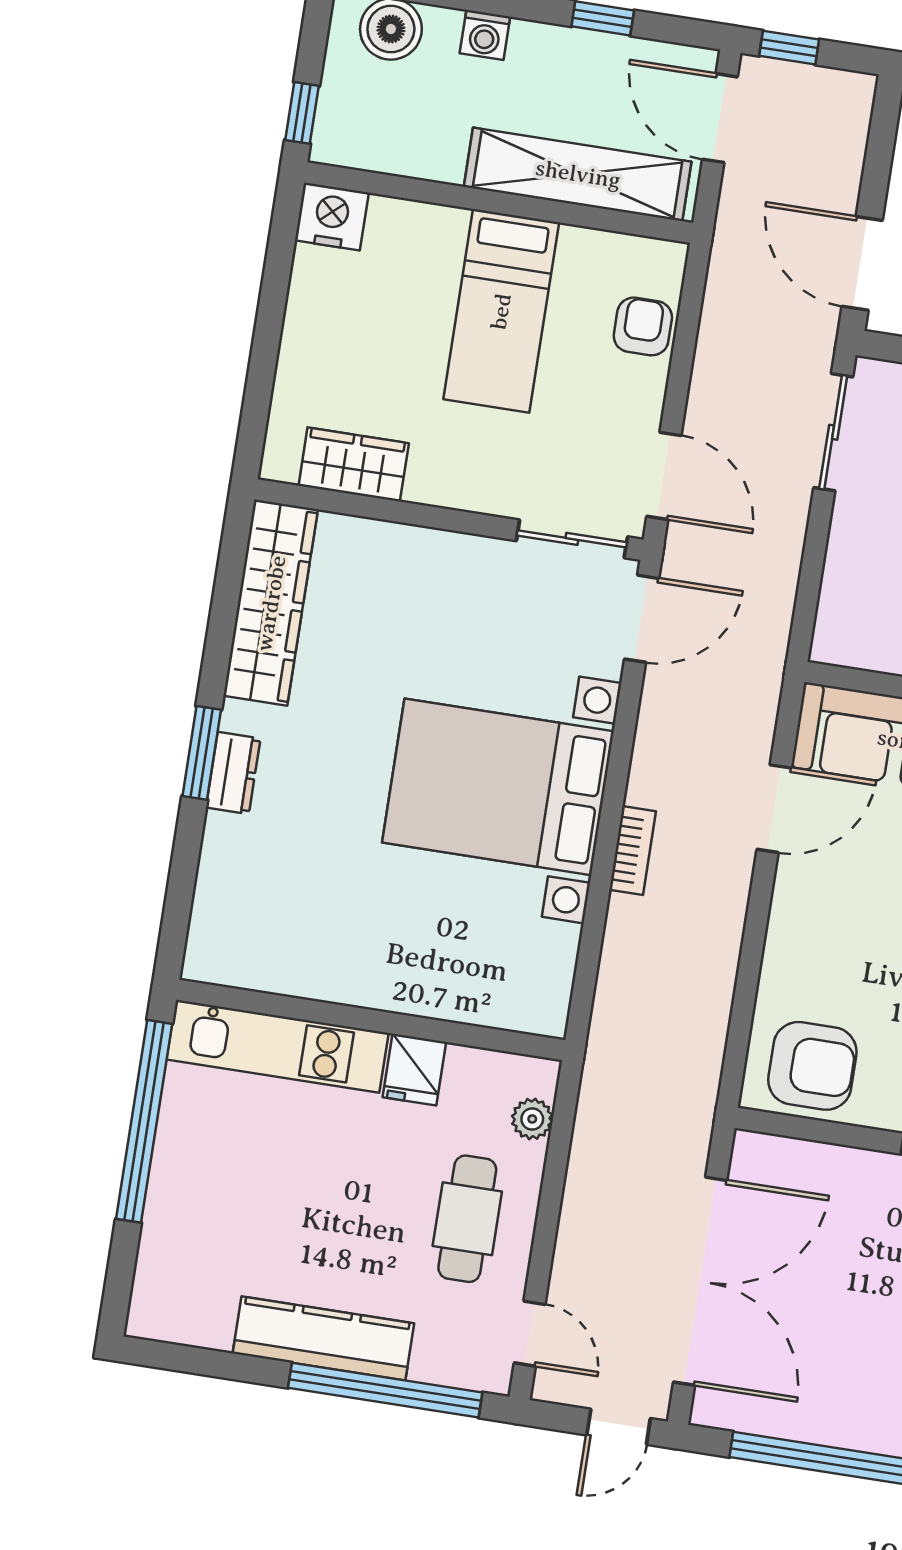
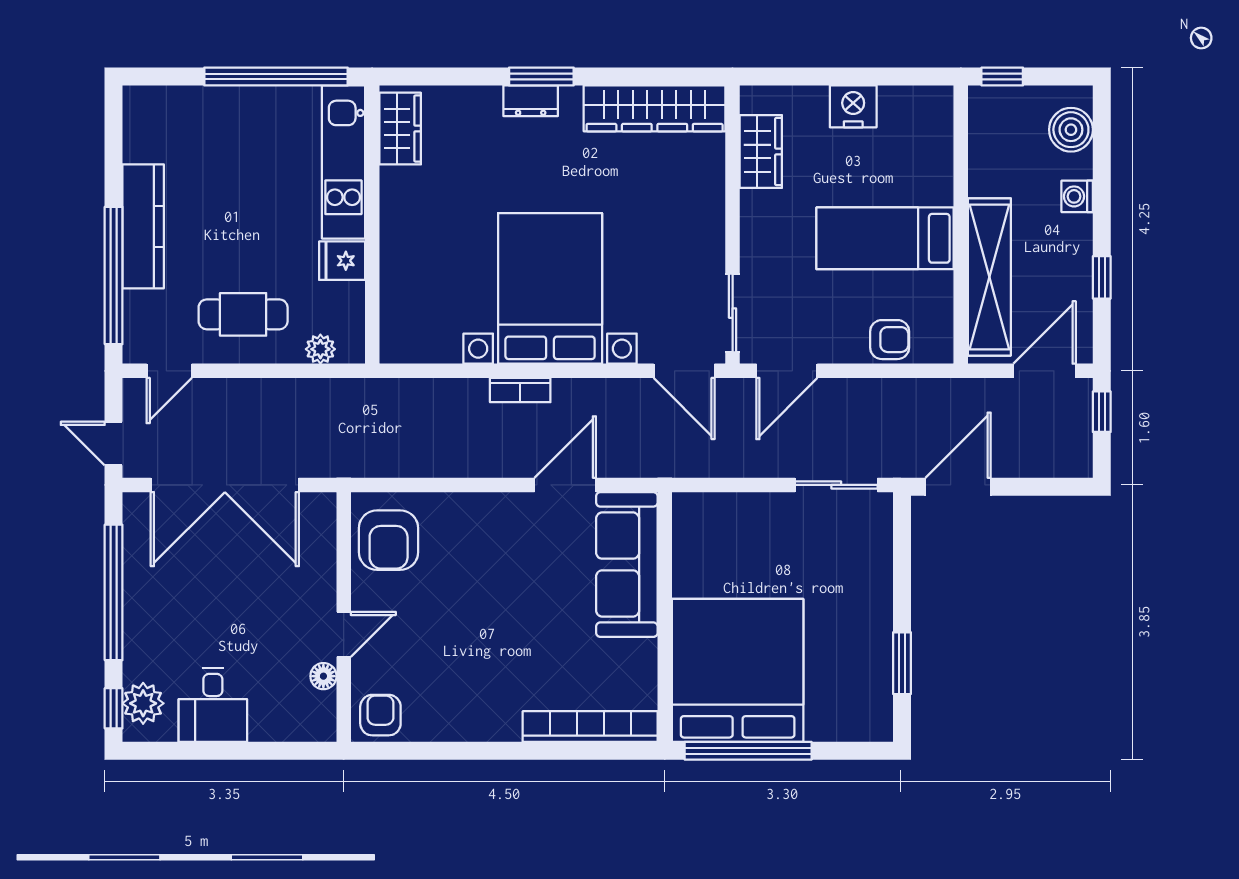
nightstand: (332, 216) -> (853, 106), moved, turned -90
door: (774, 809) -> (565, 485), swing flipped
wardrobe: (243, 960) -> (400, 129), added

